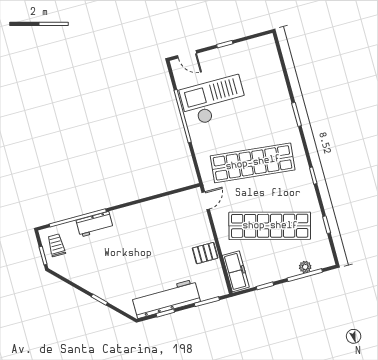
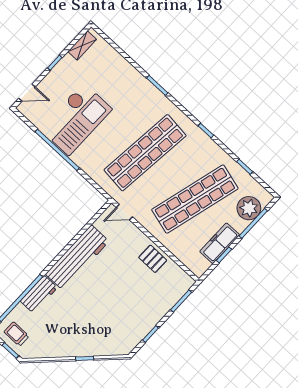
shelving: (256, 44) -> (82, 45), added
checkout: (214, 101) -> (76, 119), turned 180
door: (206, 201) -> (124, 212), swing flipped
pallet: (205, 253) -> (153, 259), turned 90
plant: (305, 267) -> (249, 208), width x1.88, depth x1.88
freezer: (236, 271) -> (220, 243), moved, turned -90
workbench: (166, 299) -> (77, 258), moved, turned 180

